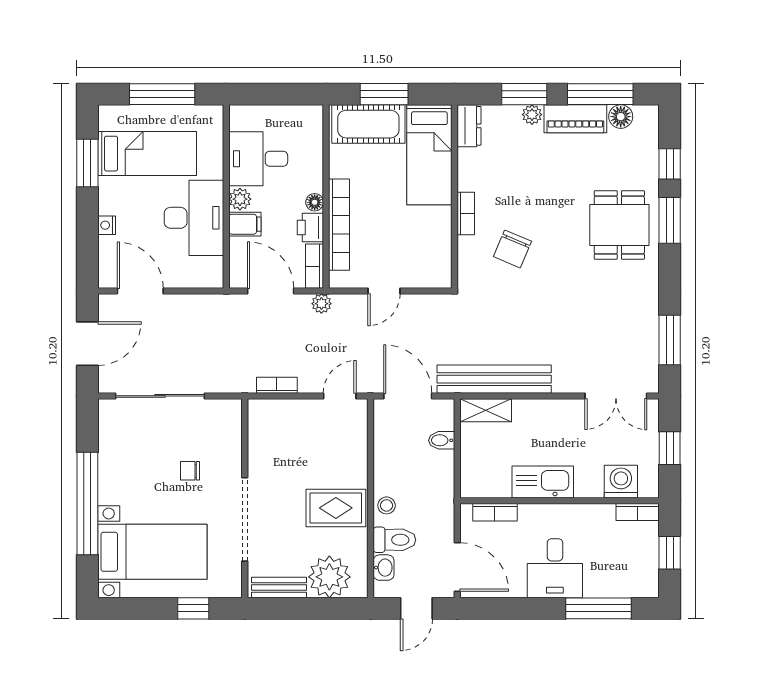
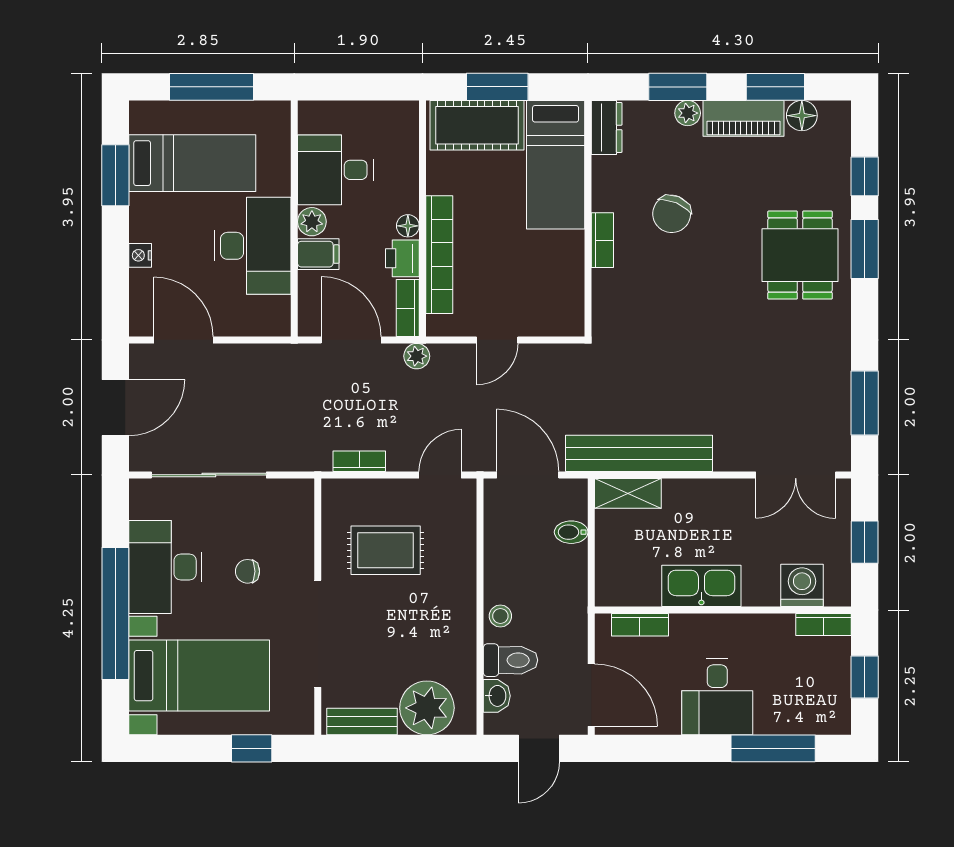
window: (600, 94) -> (775, 87), width x0.69
chair: (512, 249) -> (672, 214), moved
desk: (126, 467) -> (165, 567), added
rug: (336, 508) -> (386, 550), moved

